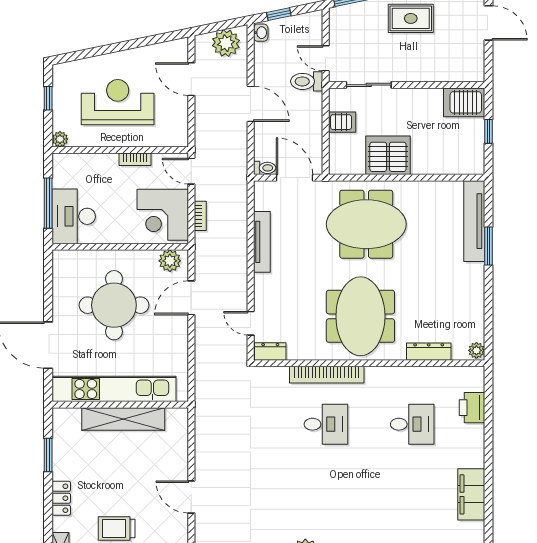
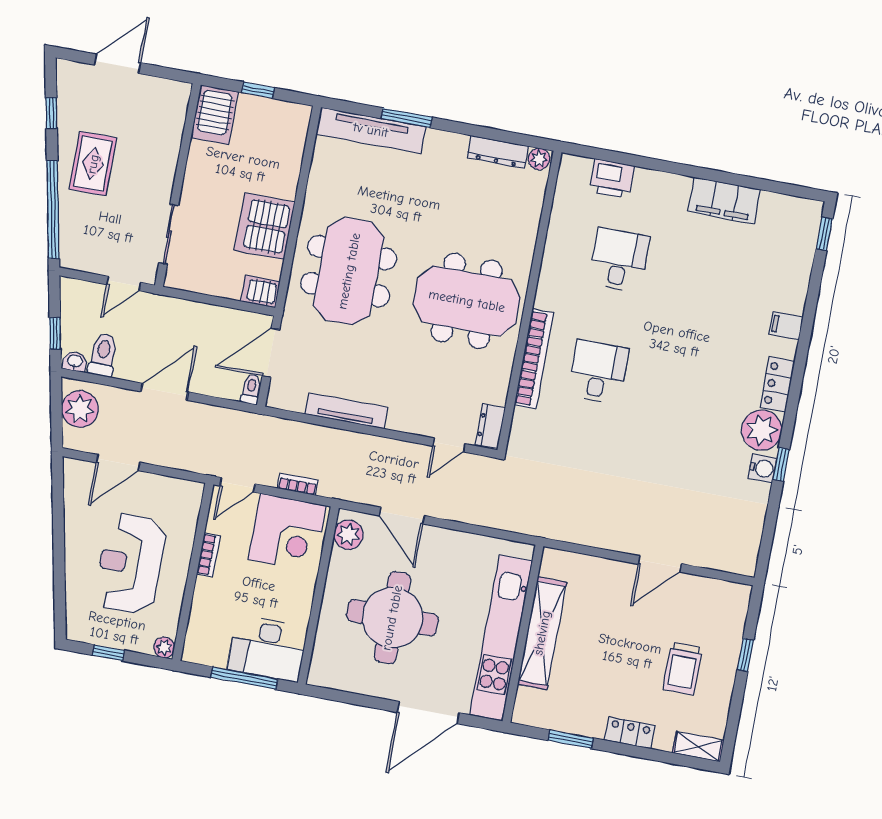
toilet: (307, 81) -> (103, 355), moved, turned 180
server rack: (342, 122) -> (260, 291), moved, turned -90
dresser: (429, 352) -> (498, 152), moved, turned -90

